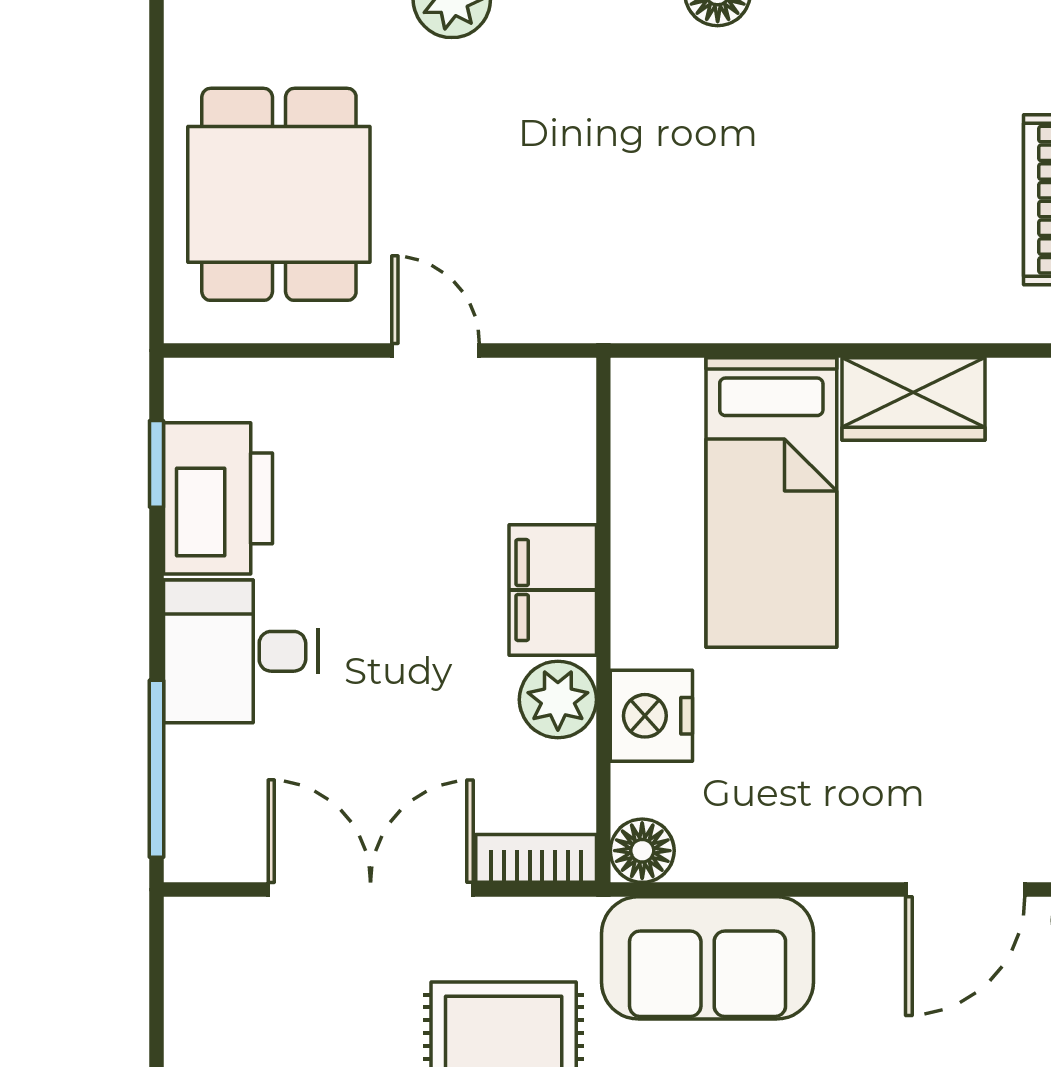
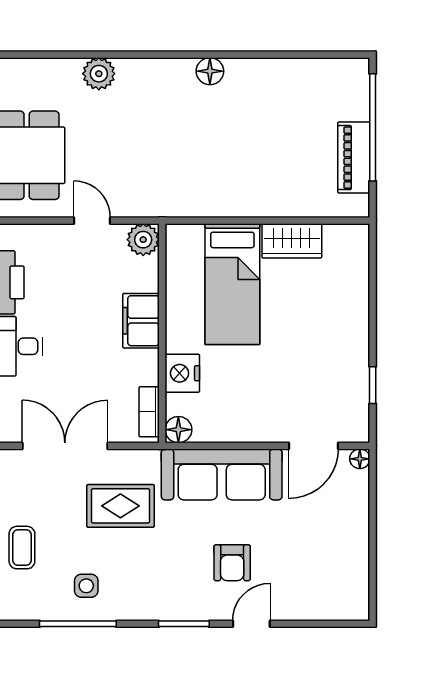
plant: (558, 700) -> (143, 240), moved
bookcase: (536, 858) -> (149, 412), moved, turned -90
sofa: (708, 958) -> (222, 474), width x1.36

